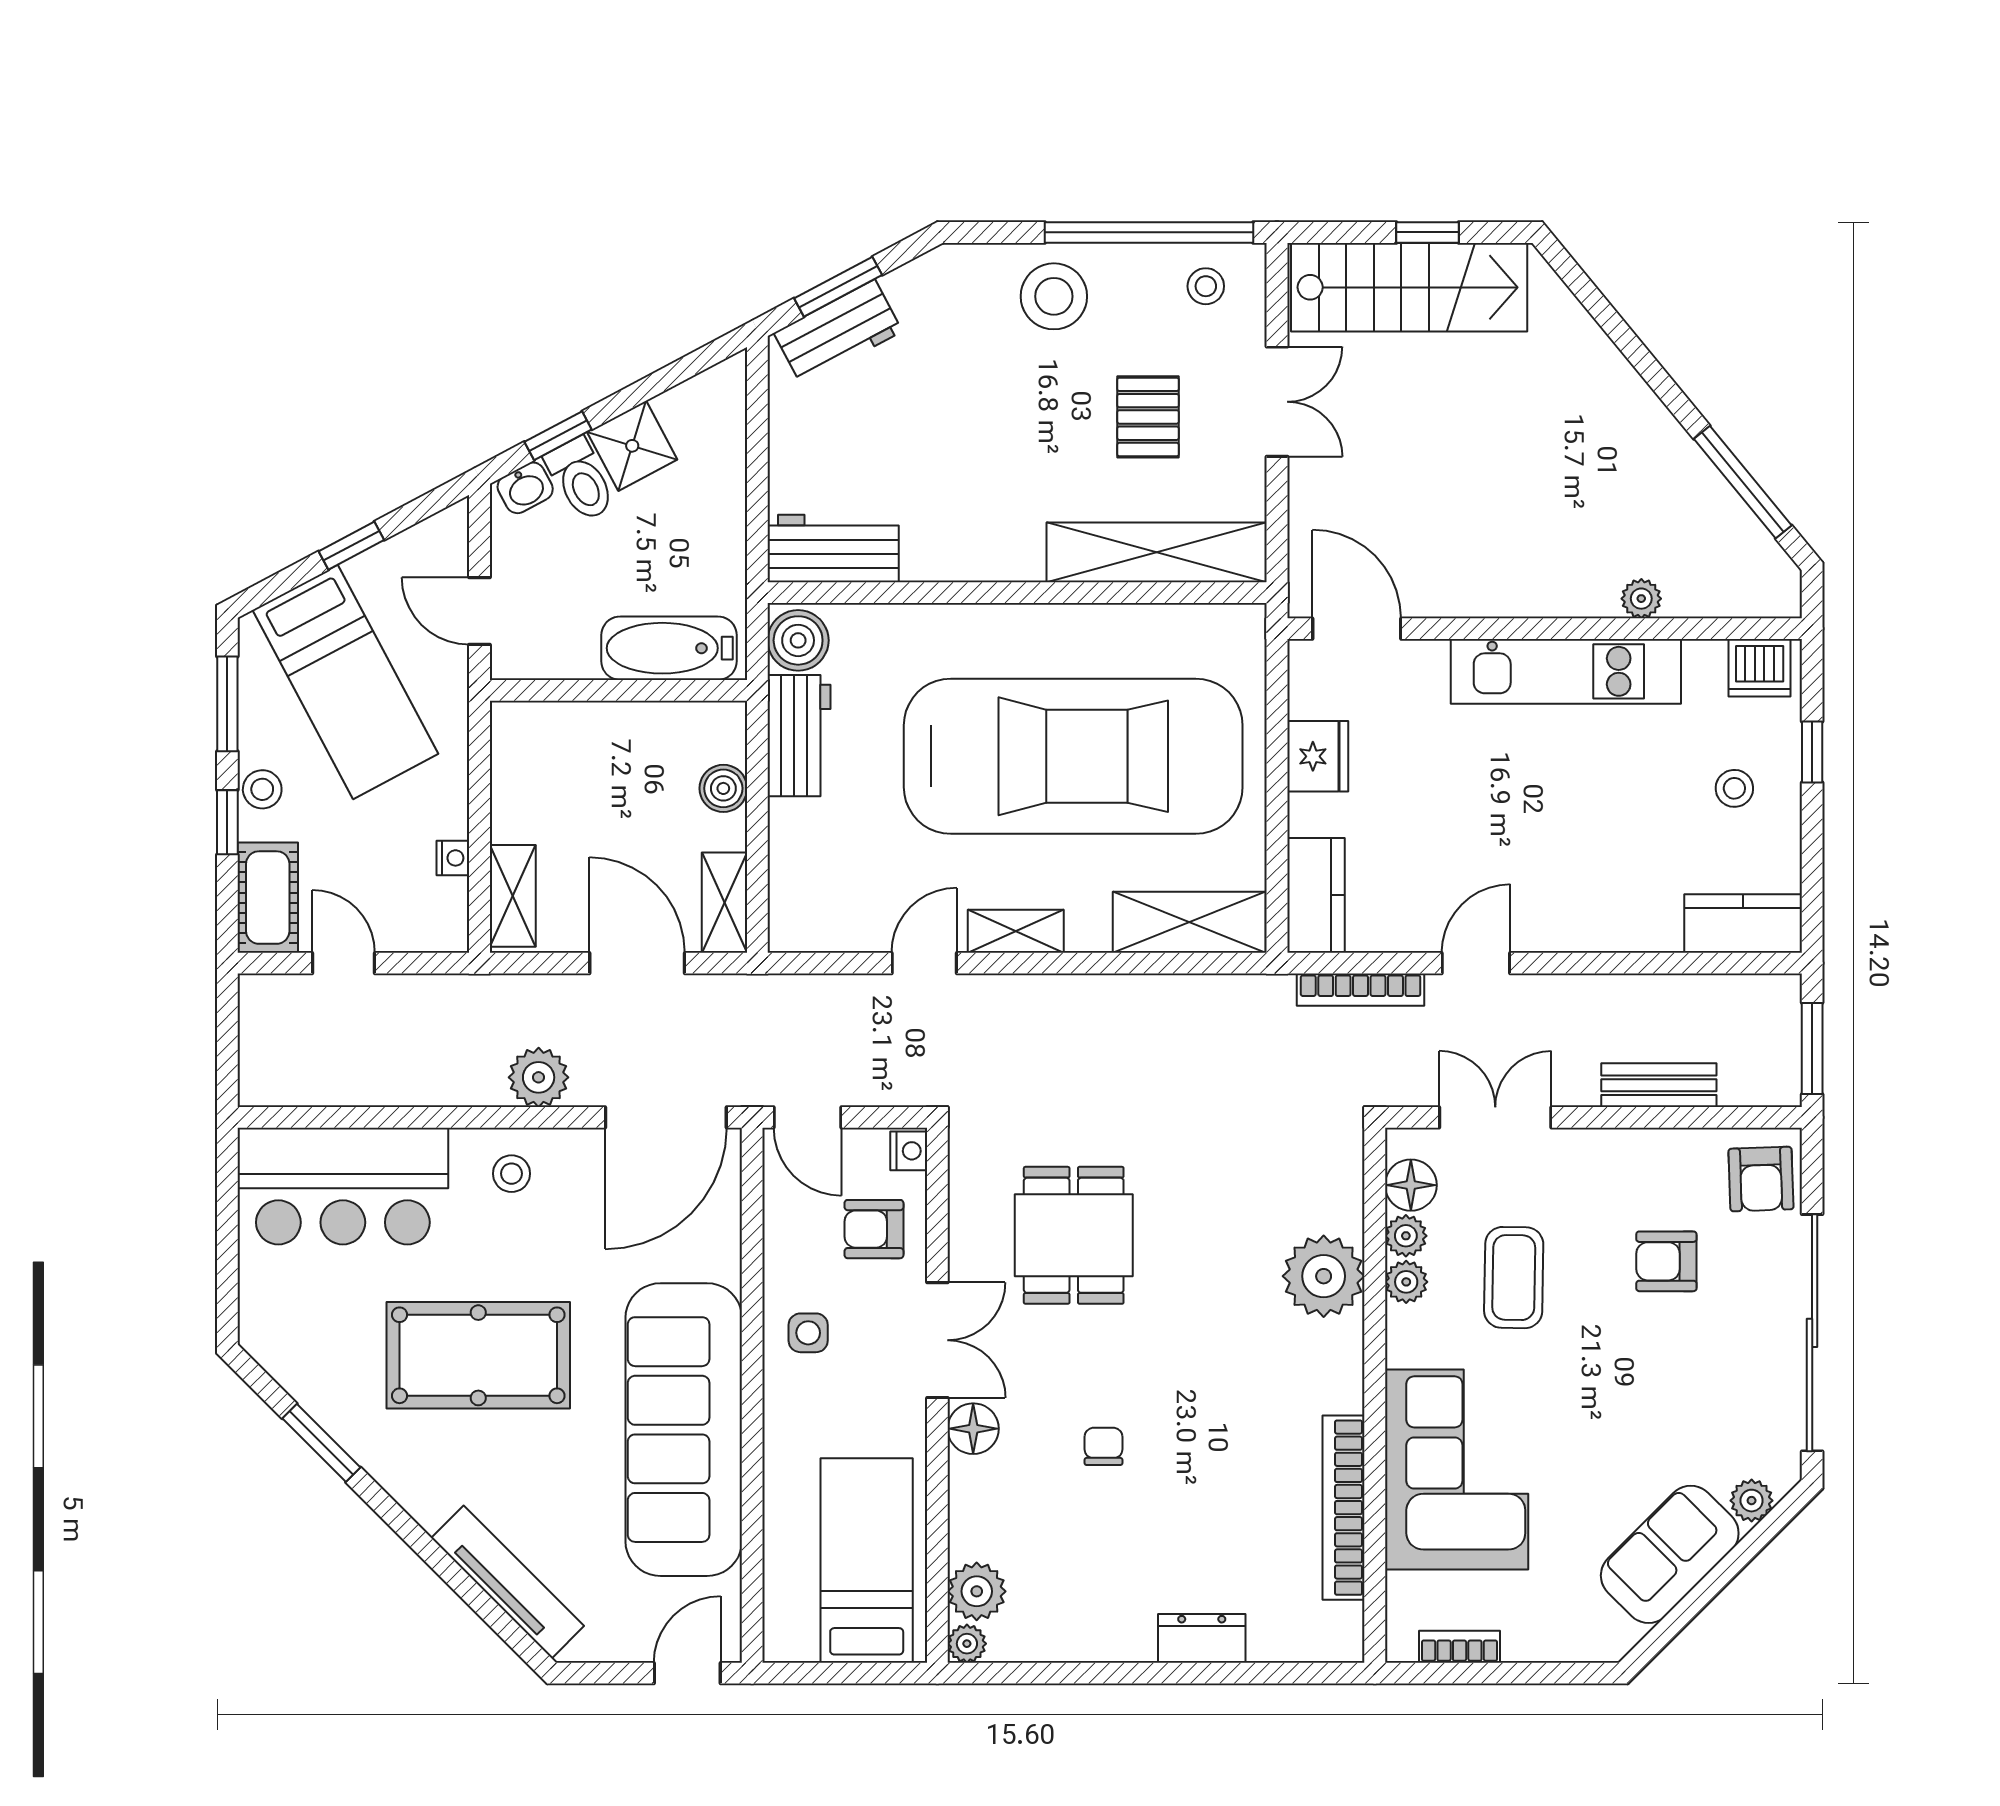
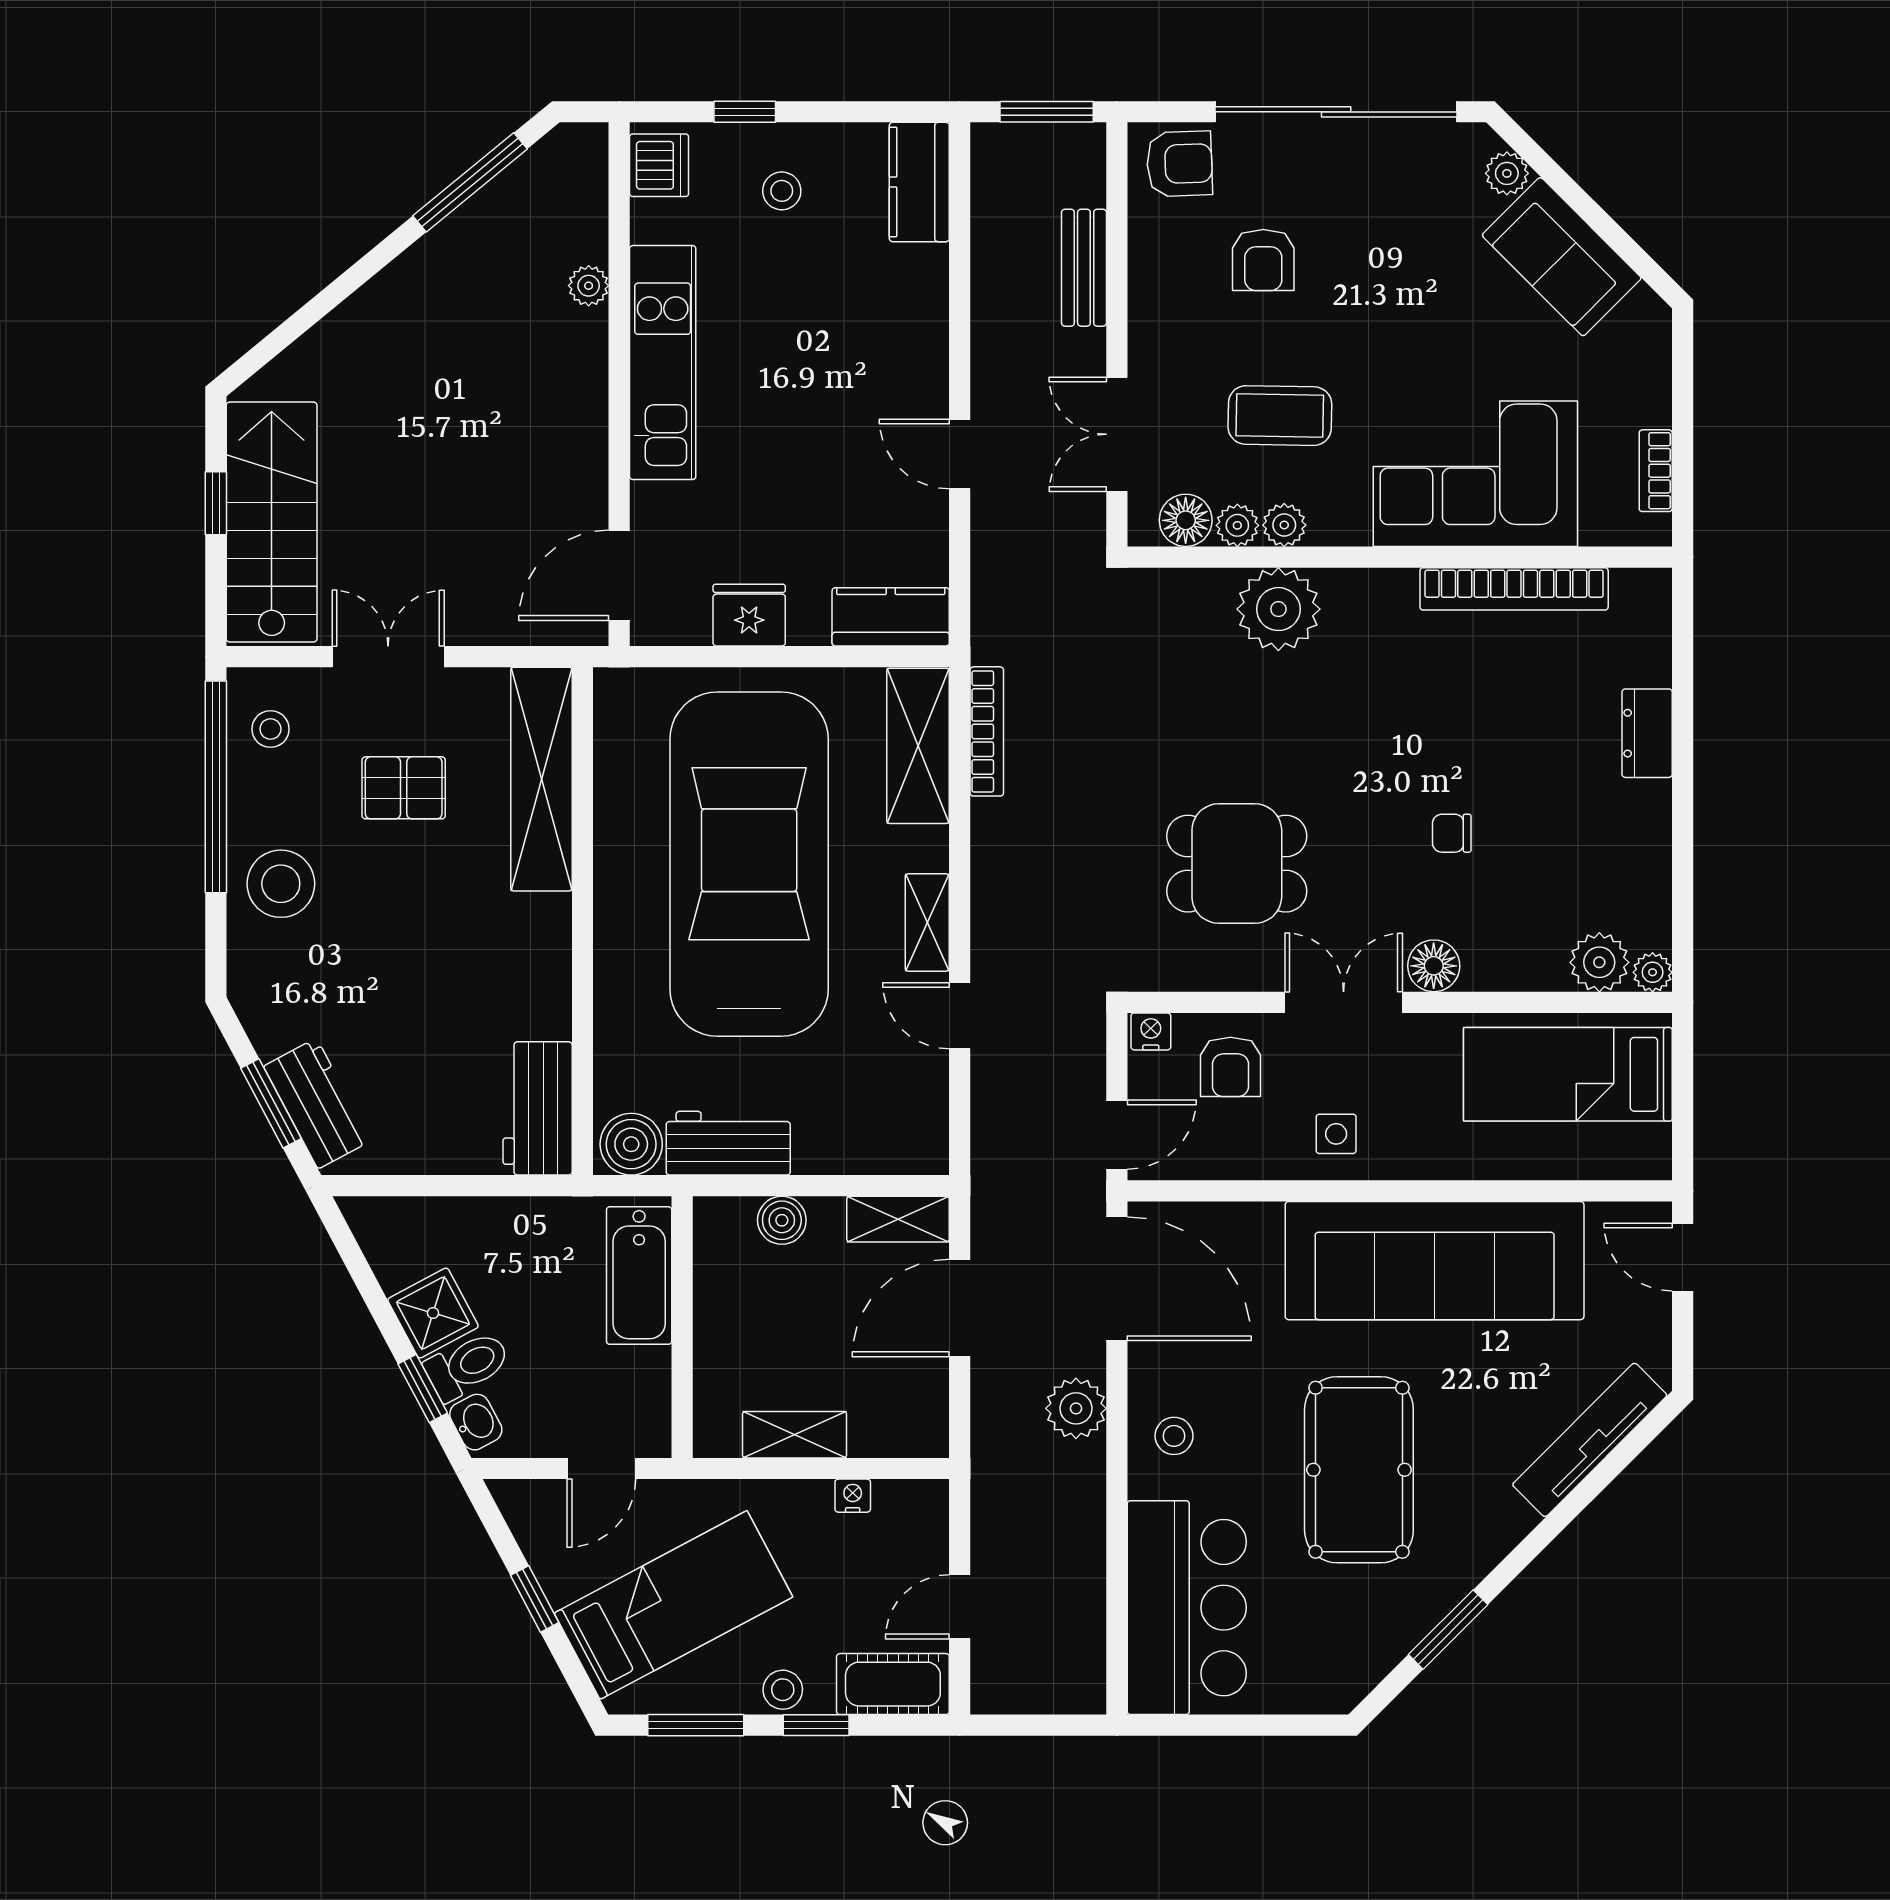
shelving: (513, 896) -> (795, 1435), moved
bookcase: (1361, 990) -> (987, 731), moved

